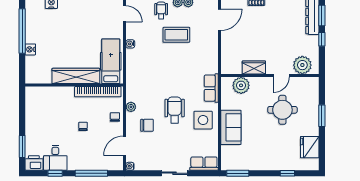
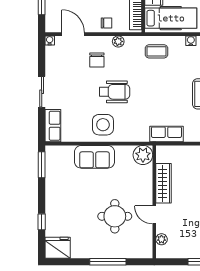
plant: (302, 65) -> (161, 239), width x0.53, depth x0.53
wardrobe: (254, 67) -> (164, 183), width x1.50
coffee table: (139, 74) -> (157, 51), added
plant: (241, 85) -> (143, 155), moved
row of seats: (211, 88) -> (166, 134), moved
window: (322, 116) -> (108, 262), width x1.44
fridge: (310, 147) -> (58, 248), moved

